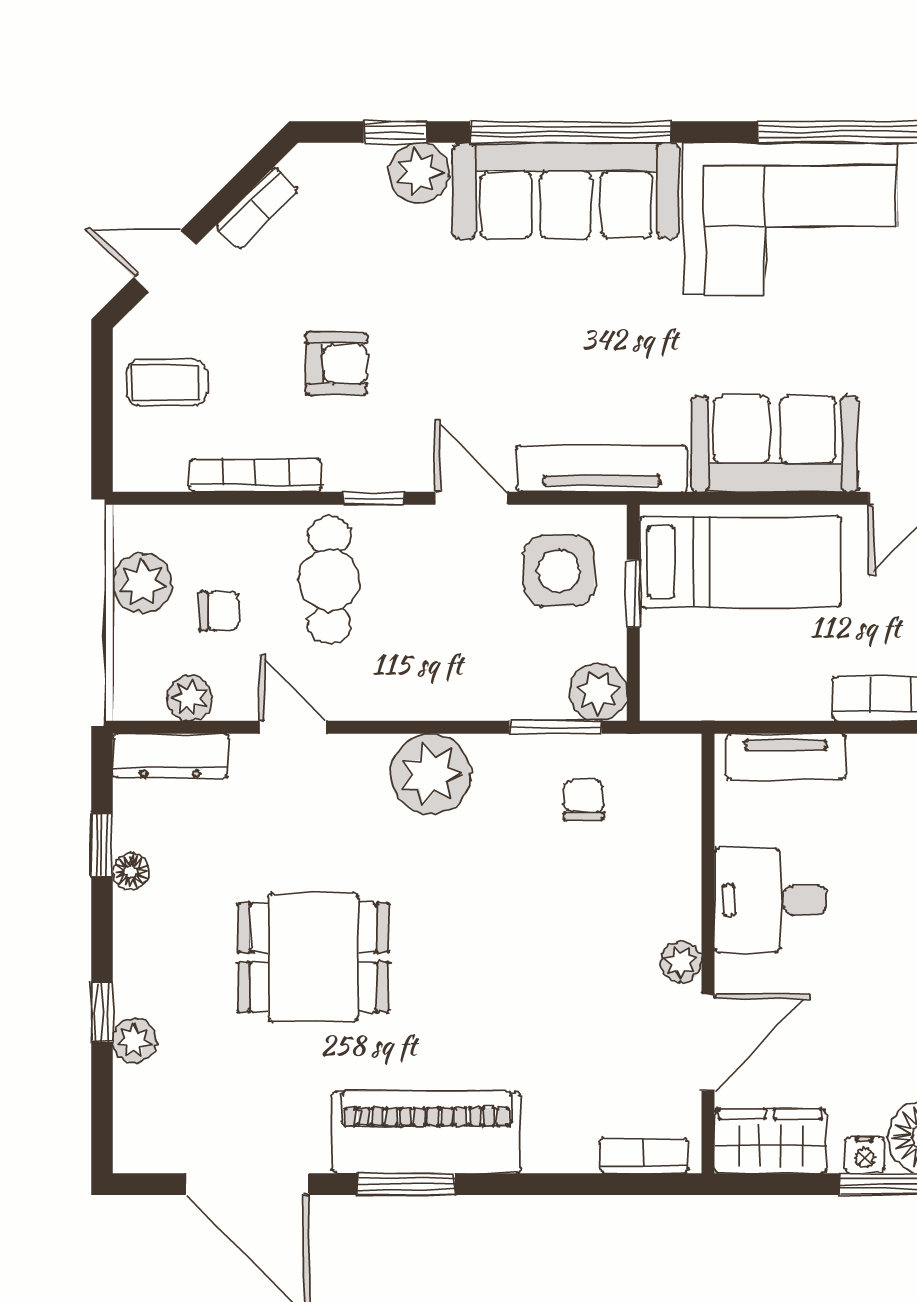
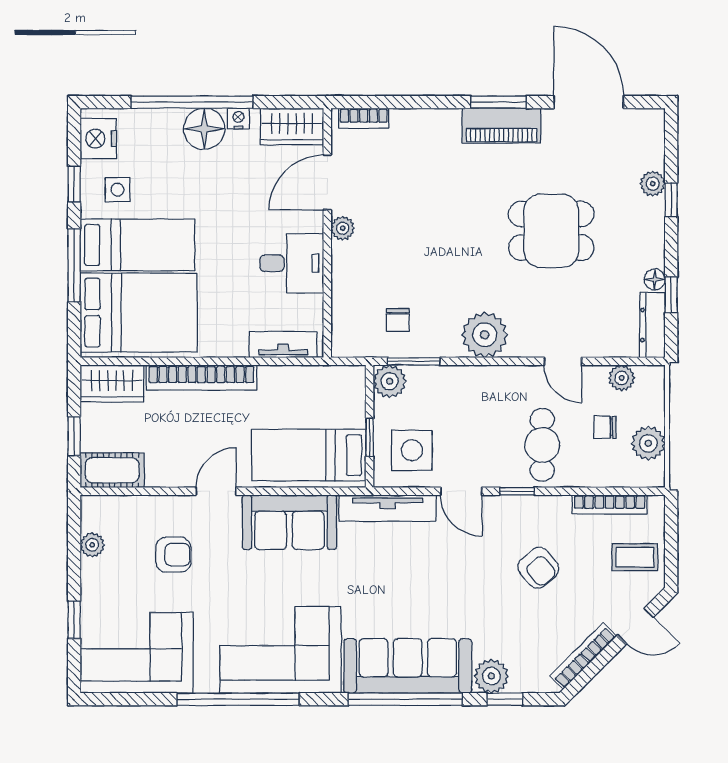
bookcase: (257, 208) -> (583, 656), width x1.56
armchair: (336, 364) -> (538, 568), turned -130
bookcase: (256, 475) -> (610, 504), moved
dresser: (170, 756) -> (652, 325), moved, turned -90
piano: (426, 1132) -> (501, 126), width x0.73, depth x0.75

